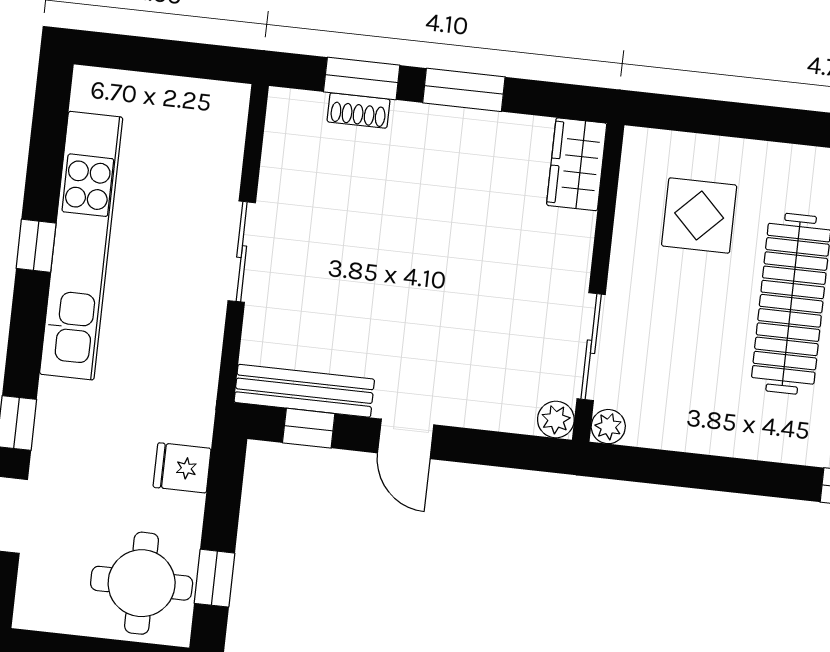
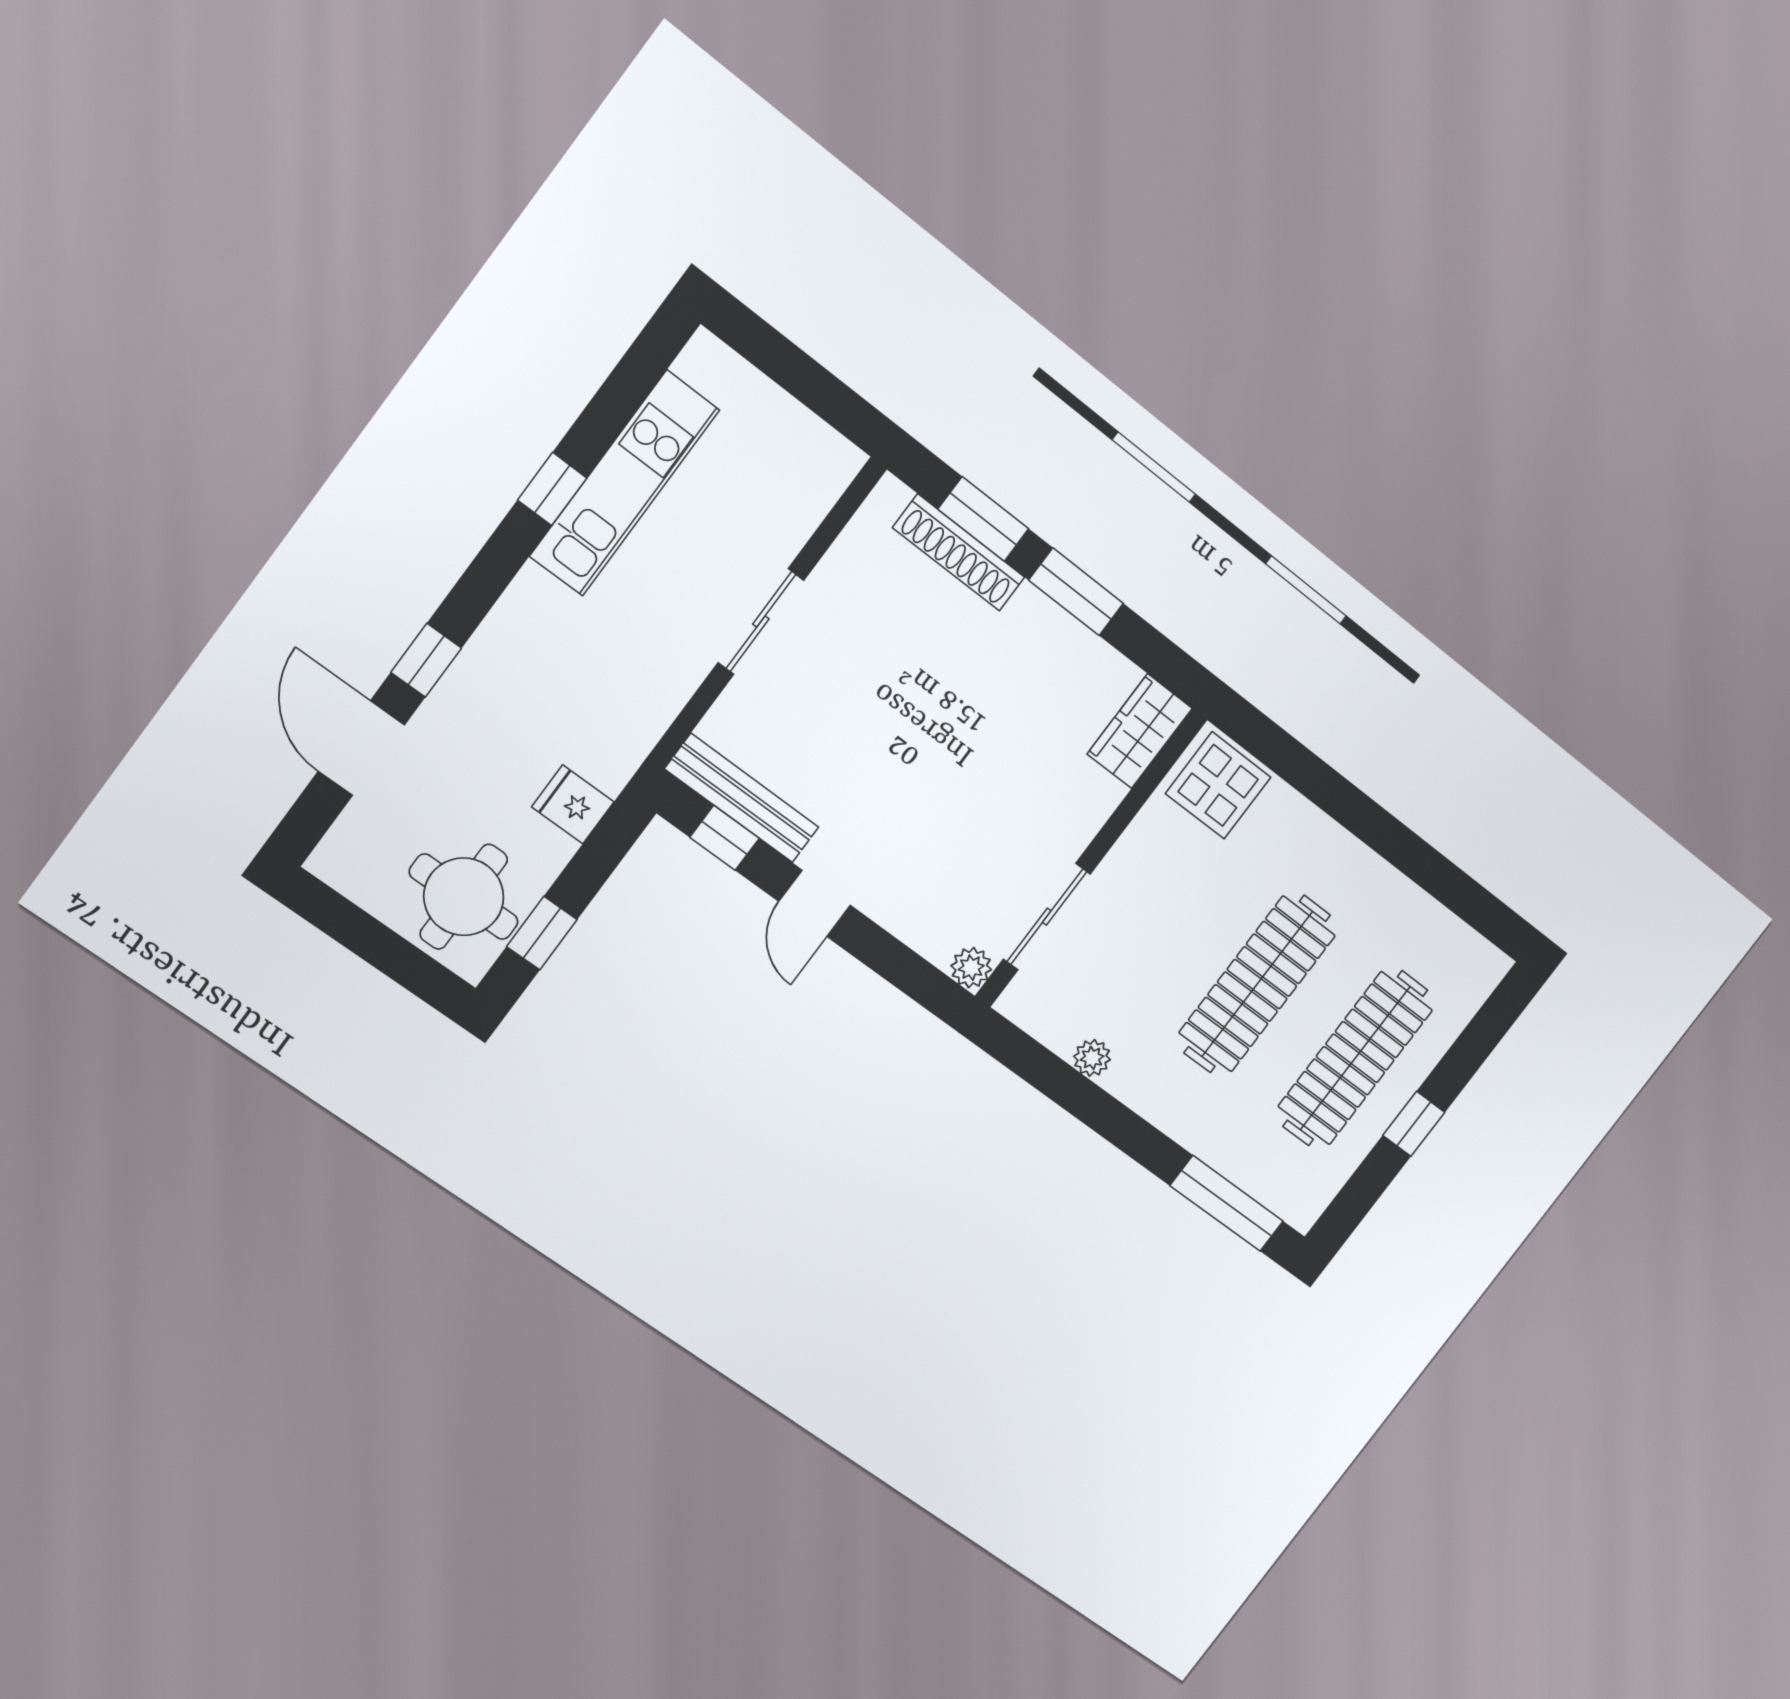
shoe rack: (358, 111) -> (959, 553), width x1.94, depth x1.24
display table: (699, 216) -> (1218, 785), moved
kitchen unit: (81, 246) -> (624, 483), width x0.73
plant: (608, 427) -> (1092, 1058), moved

